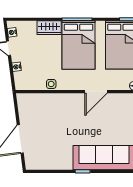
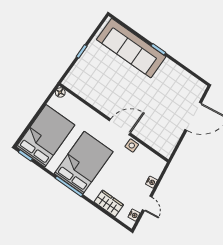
wardrobe: (49, 28) -> (109, 203), moved
door: (96, 92) -> (120, 127), moved

